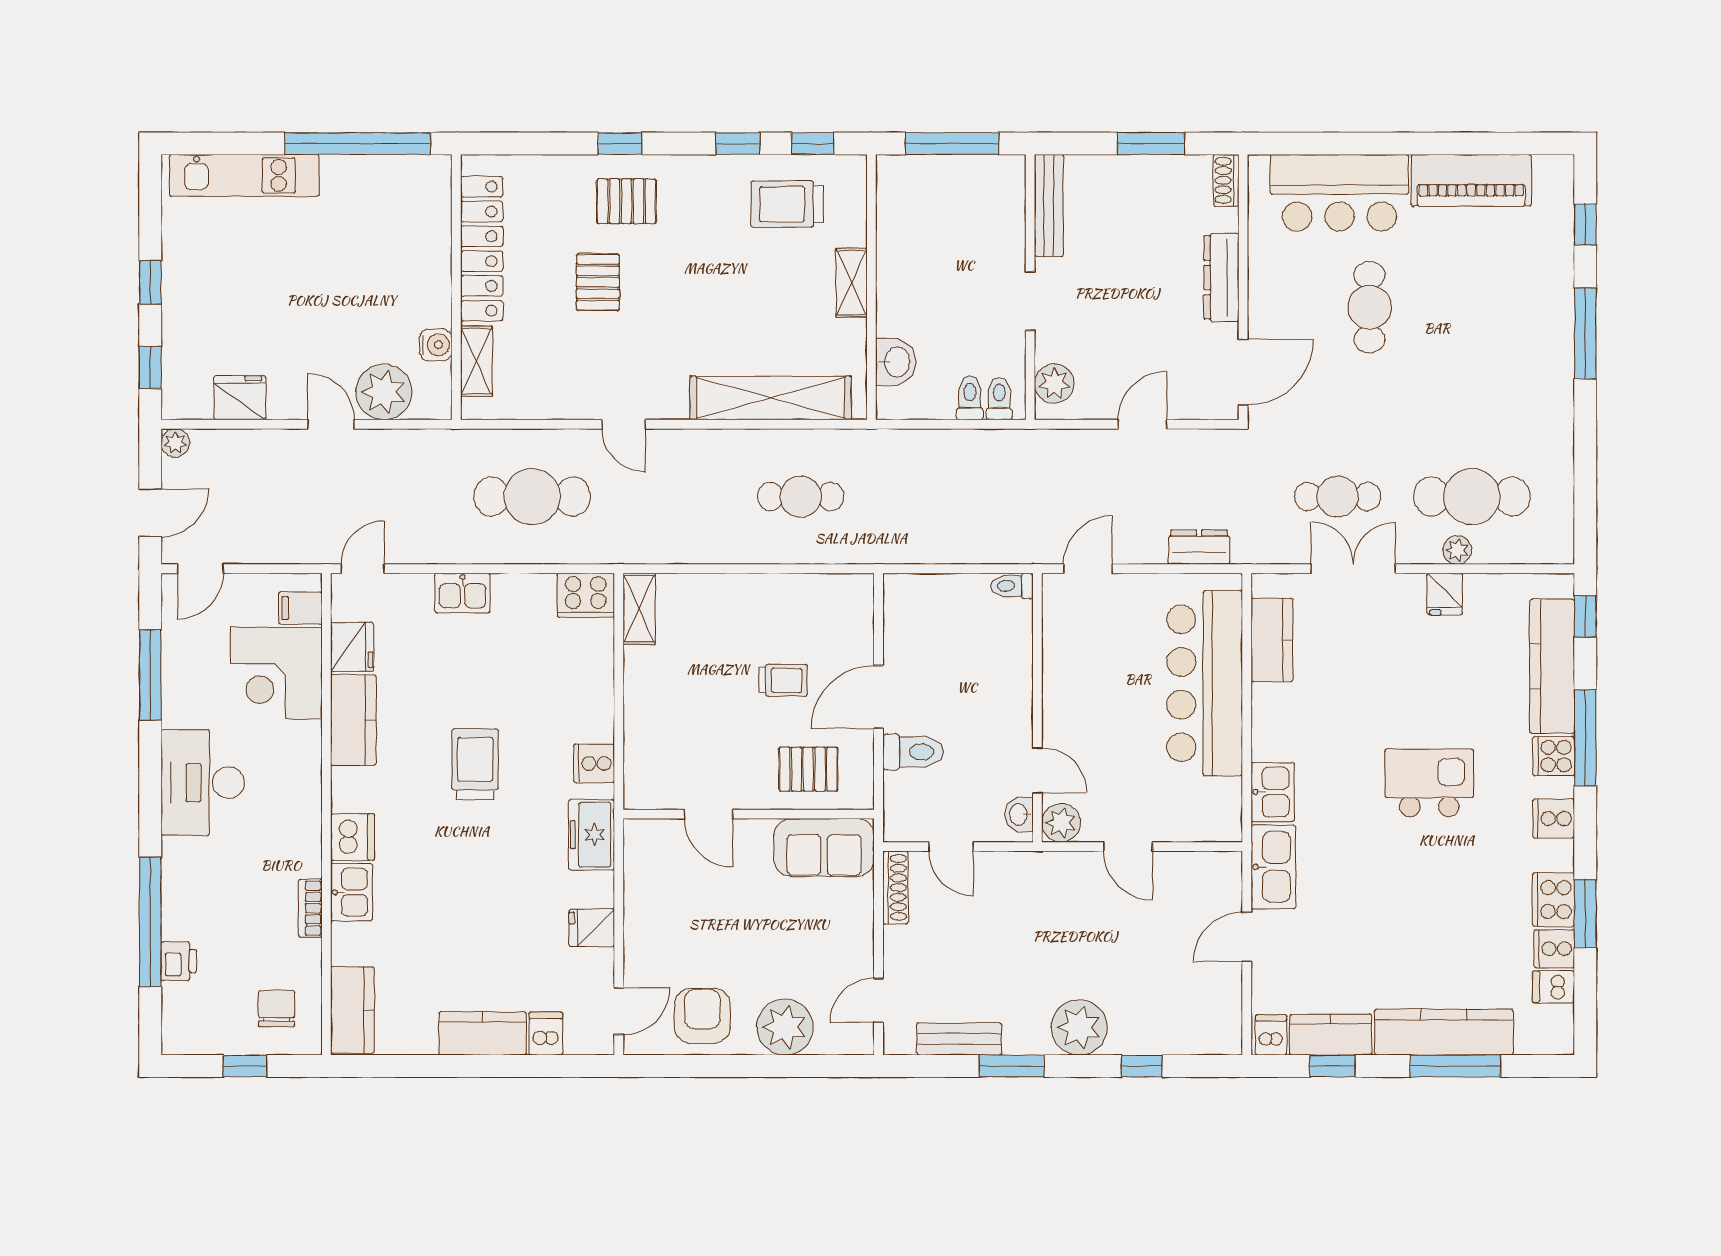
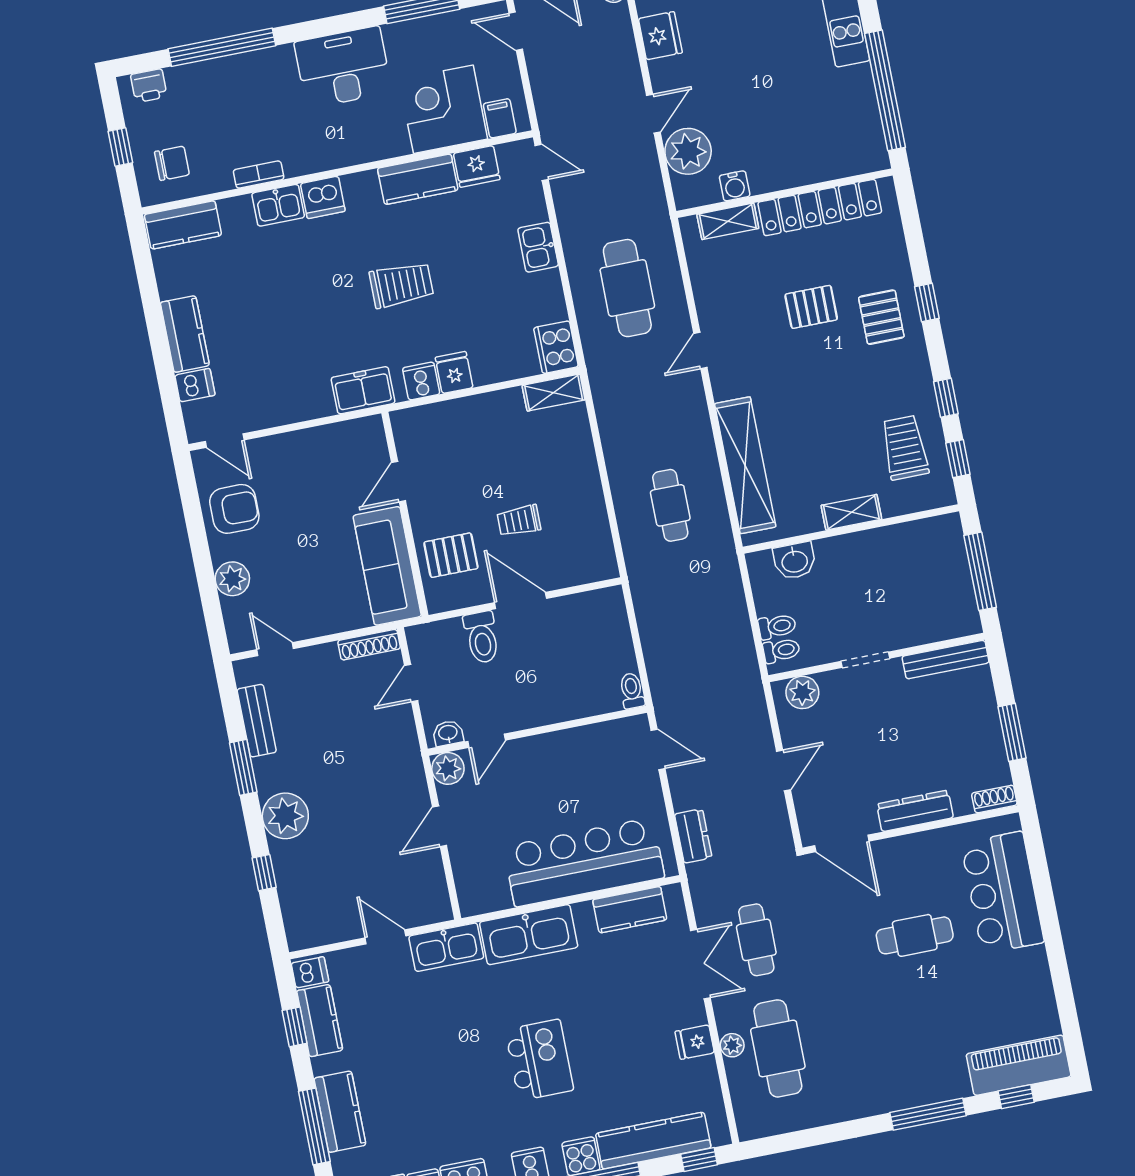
piano: (1471, 180) -> (1019, 1065), moved, turned 90
door: (1143, 424) -> (784, 770), hinge flipped
trolley: (783, 680) -> (519, 521), turned 90
pallet: (808, 769) -> (451, 555), turned 90
kitchen sink: (1273, 792) -> (529, 935), width x1.88, depth x1.24
sofa: (824, 847) -> (387, 566), width x1.36
fridge: (592, 928) -> (454, 372), moved
printer: (179, 961) -> (149, 86), moved
plant: (785, 1027) -> (232, 579), width x0.73, depth x0.73
kitchen counter: (1444, 1032) -> (340, 1112), width x0.67

